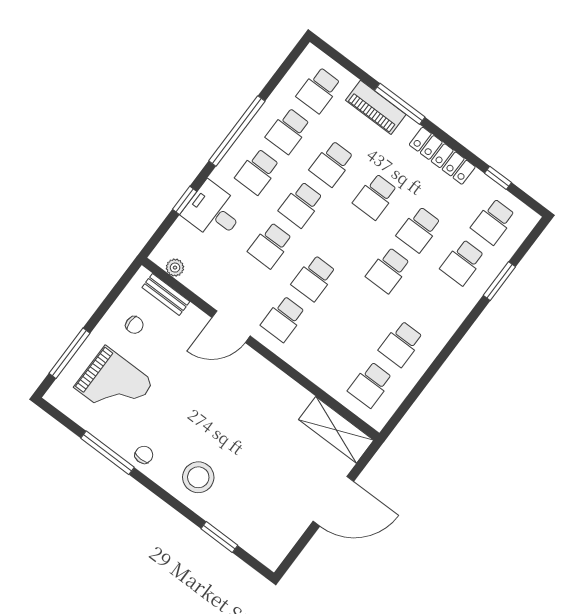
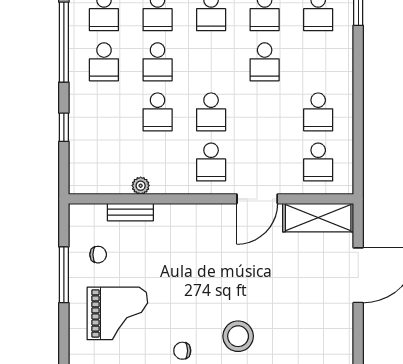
desk: (213, 211) -> (93, 119), removed
plant: (175, 268) -> (141, 186), moved
bench: (166, 294) -> (130, 212), moved
door: (231, 327) -> (257, 199), moved
window: (69, 353) -> (64, 275), moved
chair: (144, 455) -> (182, 351), turned -90

